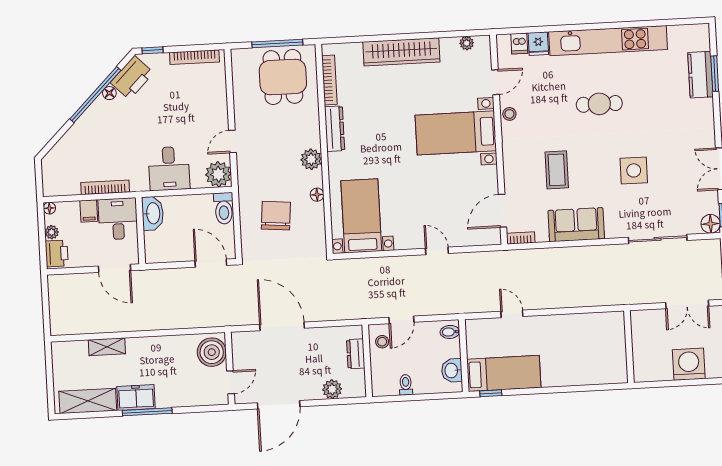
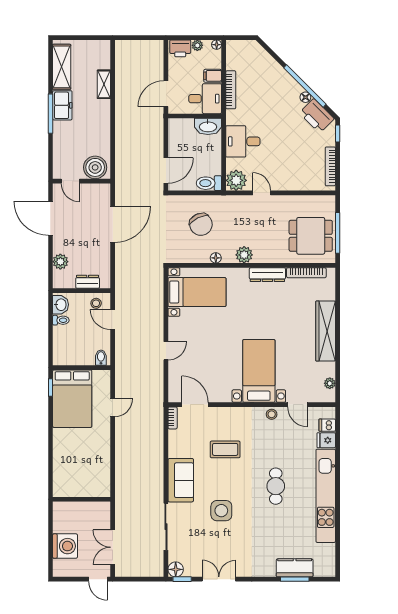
chair: (276, 216) -> (201, 224), turned 59
sofa: (576, 225) -> (181, 480), moved
washbasin: (452, 370) -> (61, 305), moved, turned 90
bed: (504, 373) -> (72, 399), width x1.50

